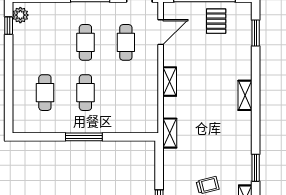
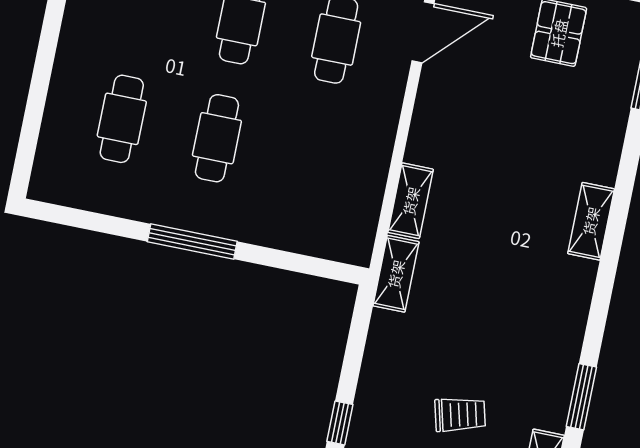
shelving: (170, 82) -> (411, 201), moved

